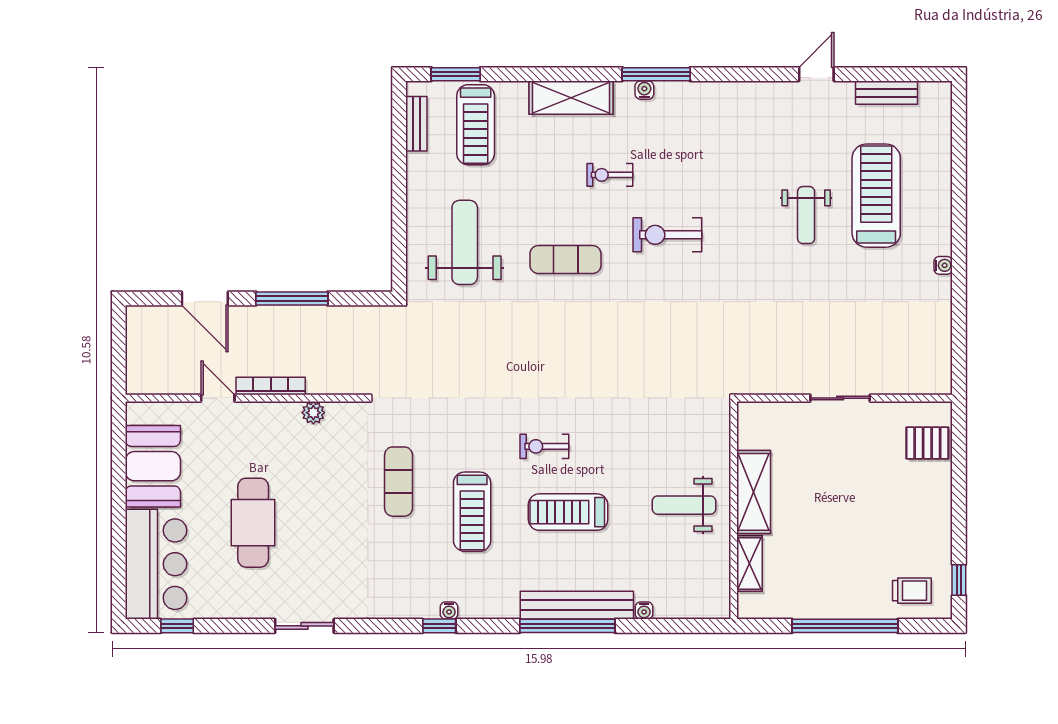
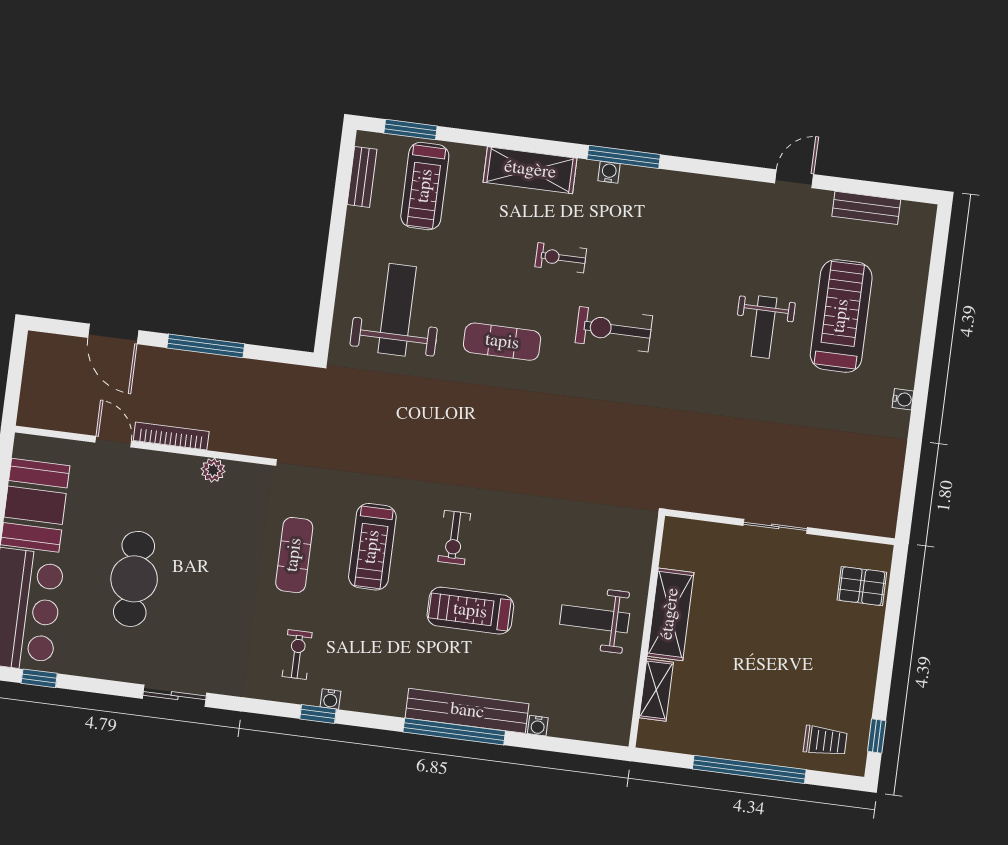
exercise bike: (544, 446) -> (454, 537), turned -90
treadmill: (472, 512) -> (372, 547), moved
exercise bike: (413, 573) -> (297, 654), added

